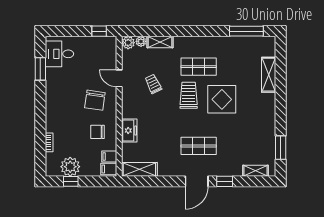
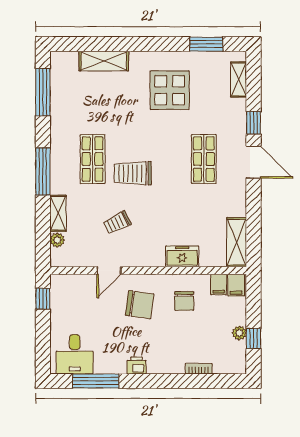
window: (190, 31) -> (43, 171), added
plant: (128, 43) -> (59, 258), removed
window: (40, 69) -> (96, 381), width x1.44
printer: (51, 98) -> (136, 365), added
display table: (222, 99) -> (170, 90), moved
plant: (70, 167) -> (239, 333), width x0.53, depth x0.53

